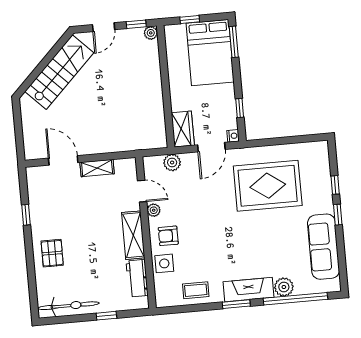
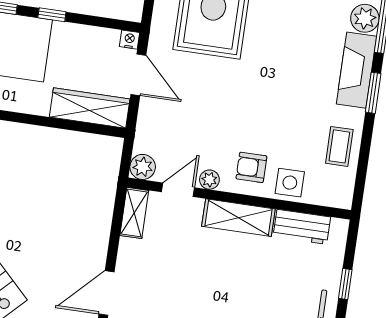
window: (240, 108) -> (52, 15), moved
wardrobe: (183, 129) -> (90, 108), width x1.50
plant: (172, 163) -> (143, 167), moved
shelving: (97, 168) -> (134, 213), moved
armchair: (168, 236) -> (251, 167), turned 90

